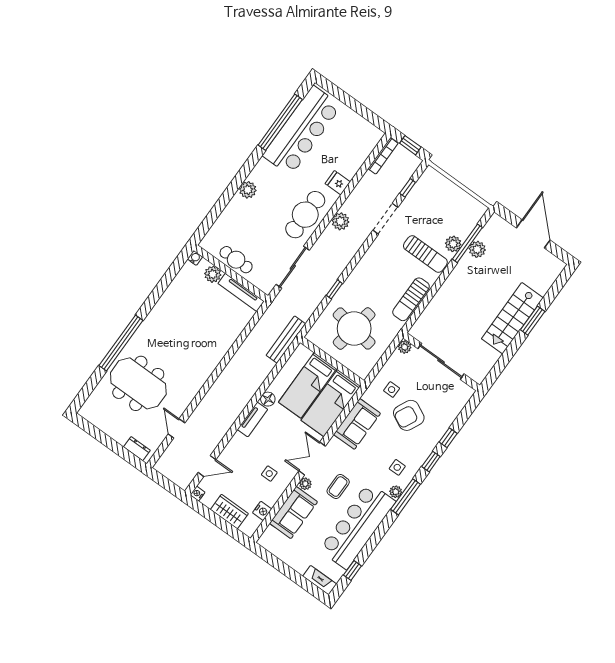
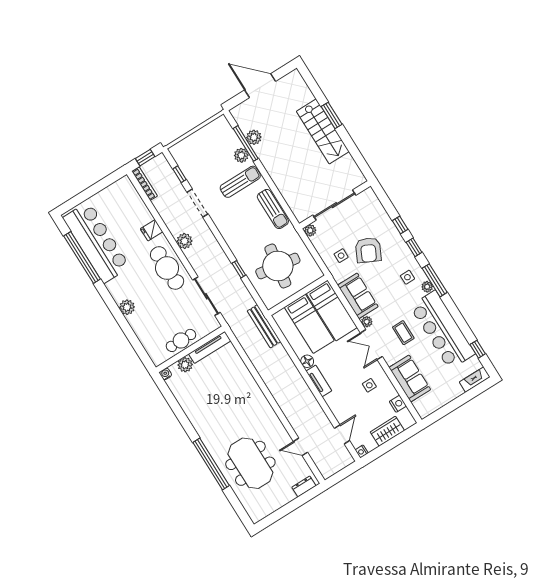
meeting table: (138, 383) -> (250, 463), turned 90
plant: (305, 484) -> (367, 322), moved

